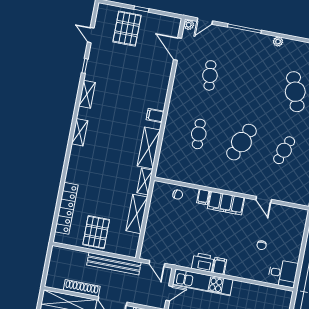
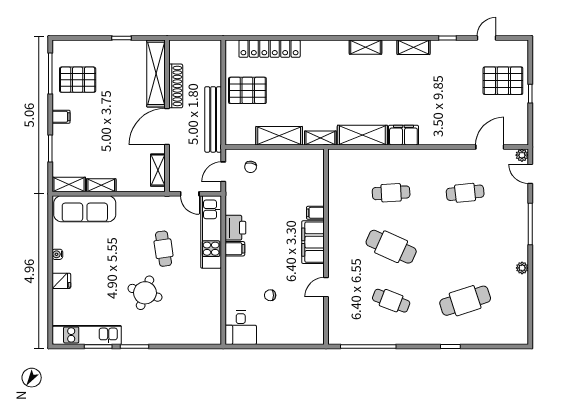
filing cabinet: (155, 115) -> (403, 135), width x2.00
chair: (178, 195) -> (251, 167), moved

